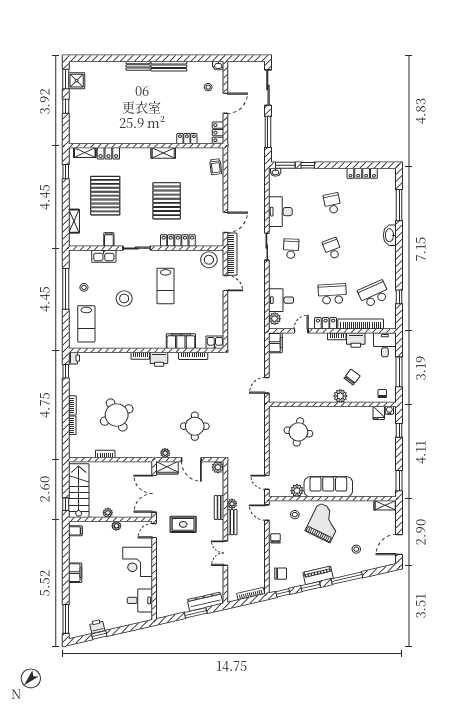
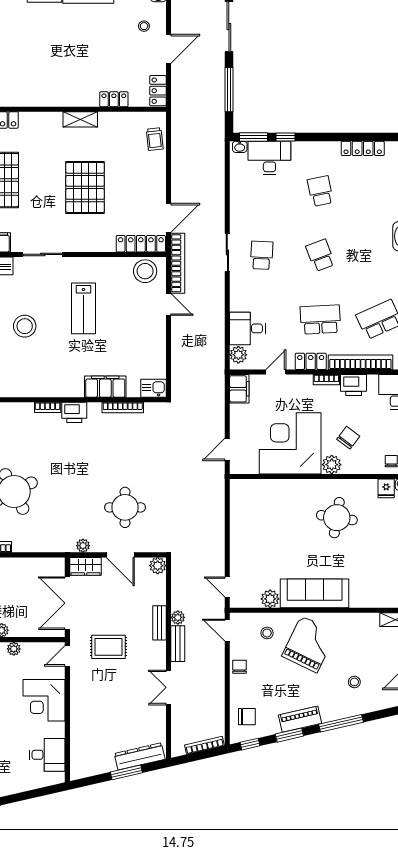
desk: (280, 212) -> (269, 158), moved, turned 90
locker: (178, 240) -> (141, 244), moved
corner desk: (311, 381) -> (290, 443), added
round table: (298, 432) -> (337, 518), moved

